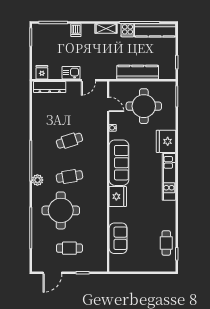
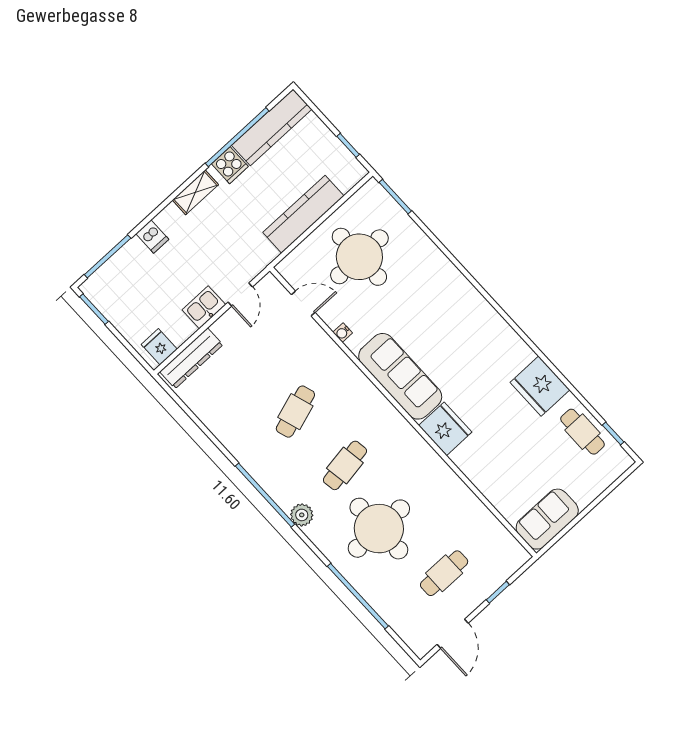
fridge: (166, 141) -> (540, 386), moved
kitchen unit: (169, 177) -> (495, 328), removed
sofa: (118, 238) -> (547, 519), moved, turned -90

